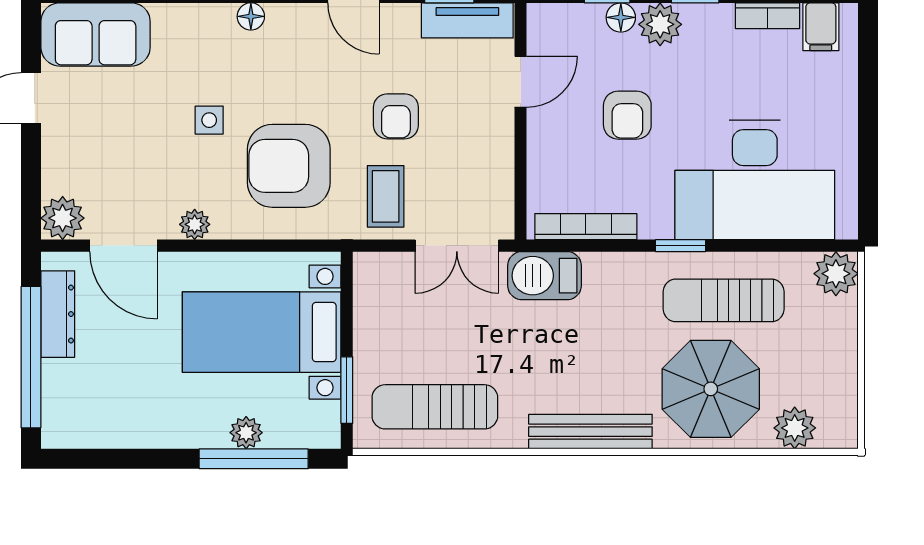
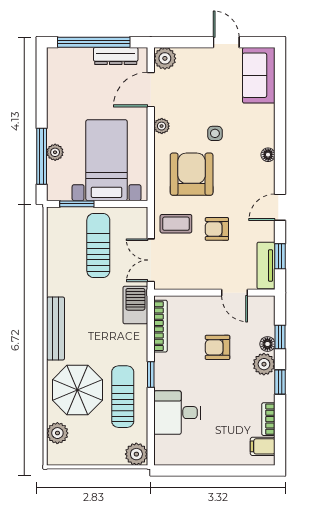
desk: (755, 180) -> (177, 413), width x0.53, depth x0.77
sun lounger: (435, 407) -> (98, 245), moved

